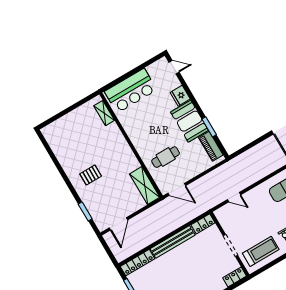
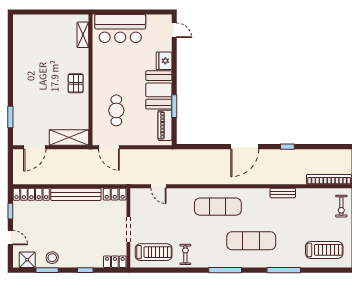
cafe table: (166, 157) -> (116, 110), turned 90
pallet: (91, 175) -> (76, 83), moved, turned 90
shelving: (145, 186) -> (69, 137), moved, turned 90

